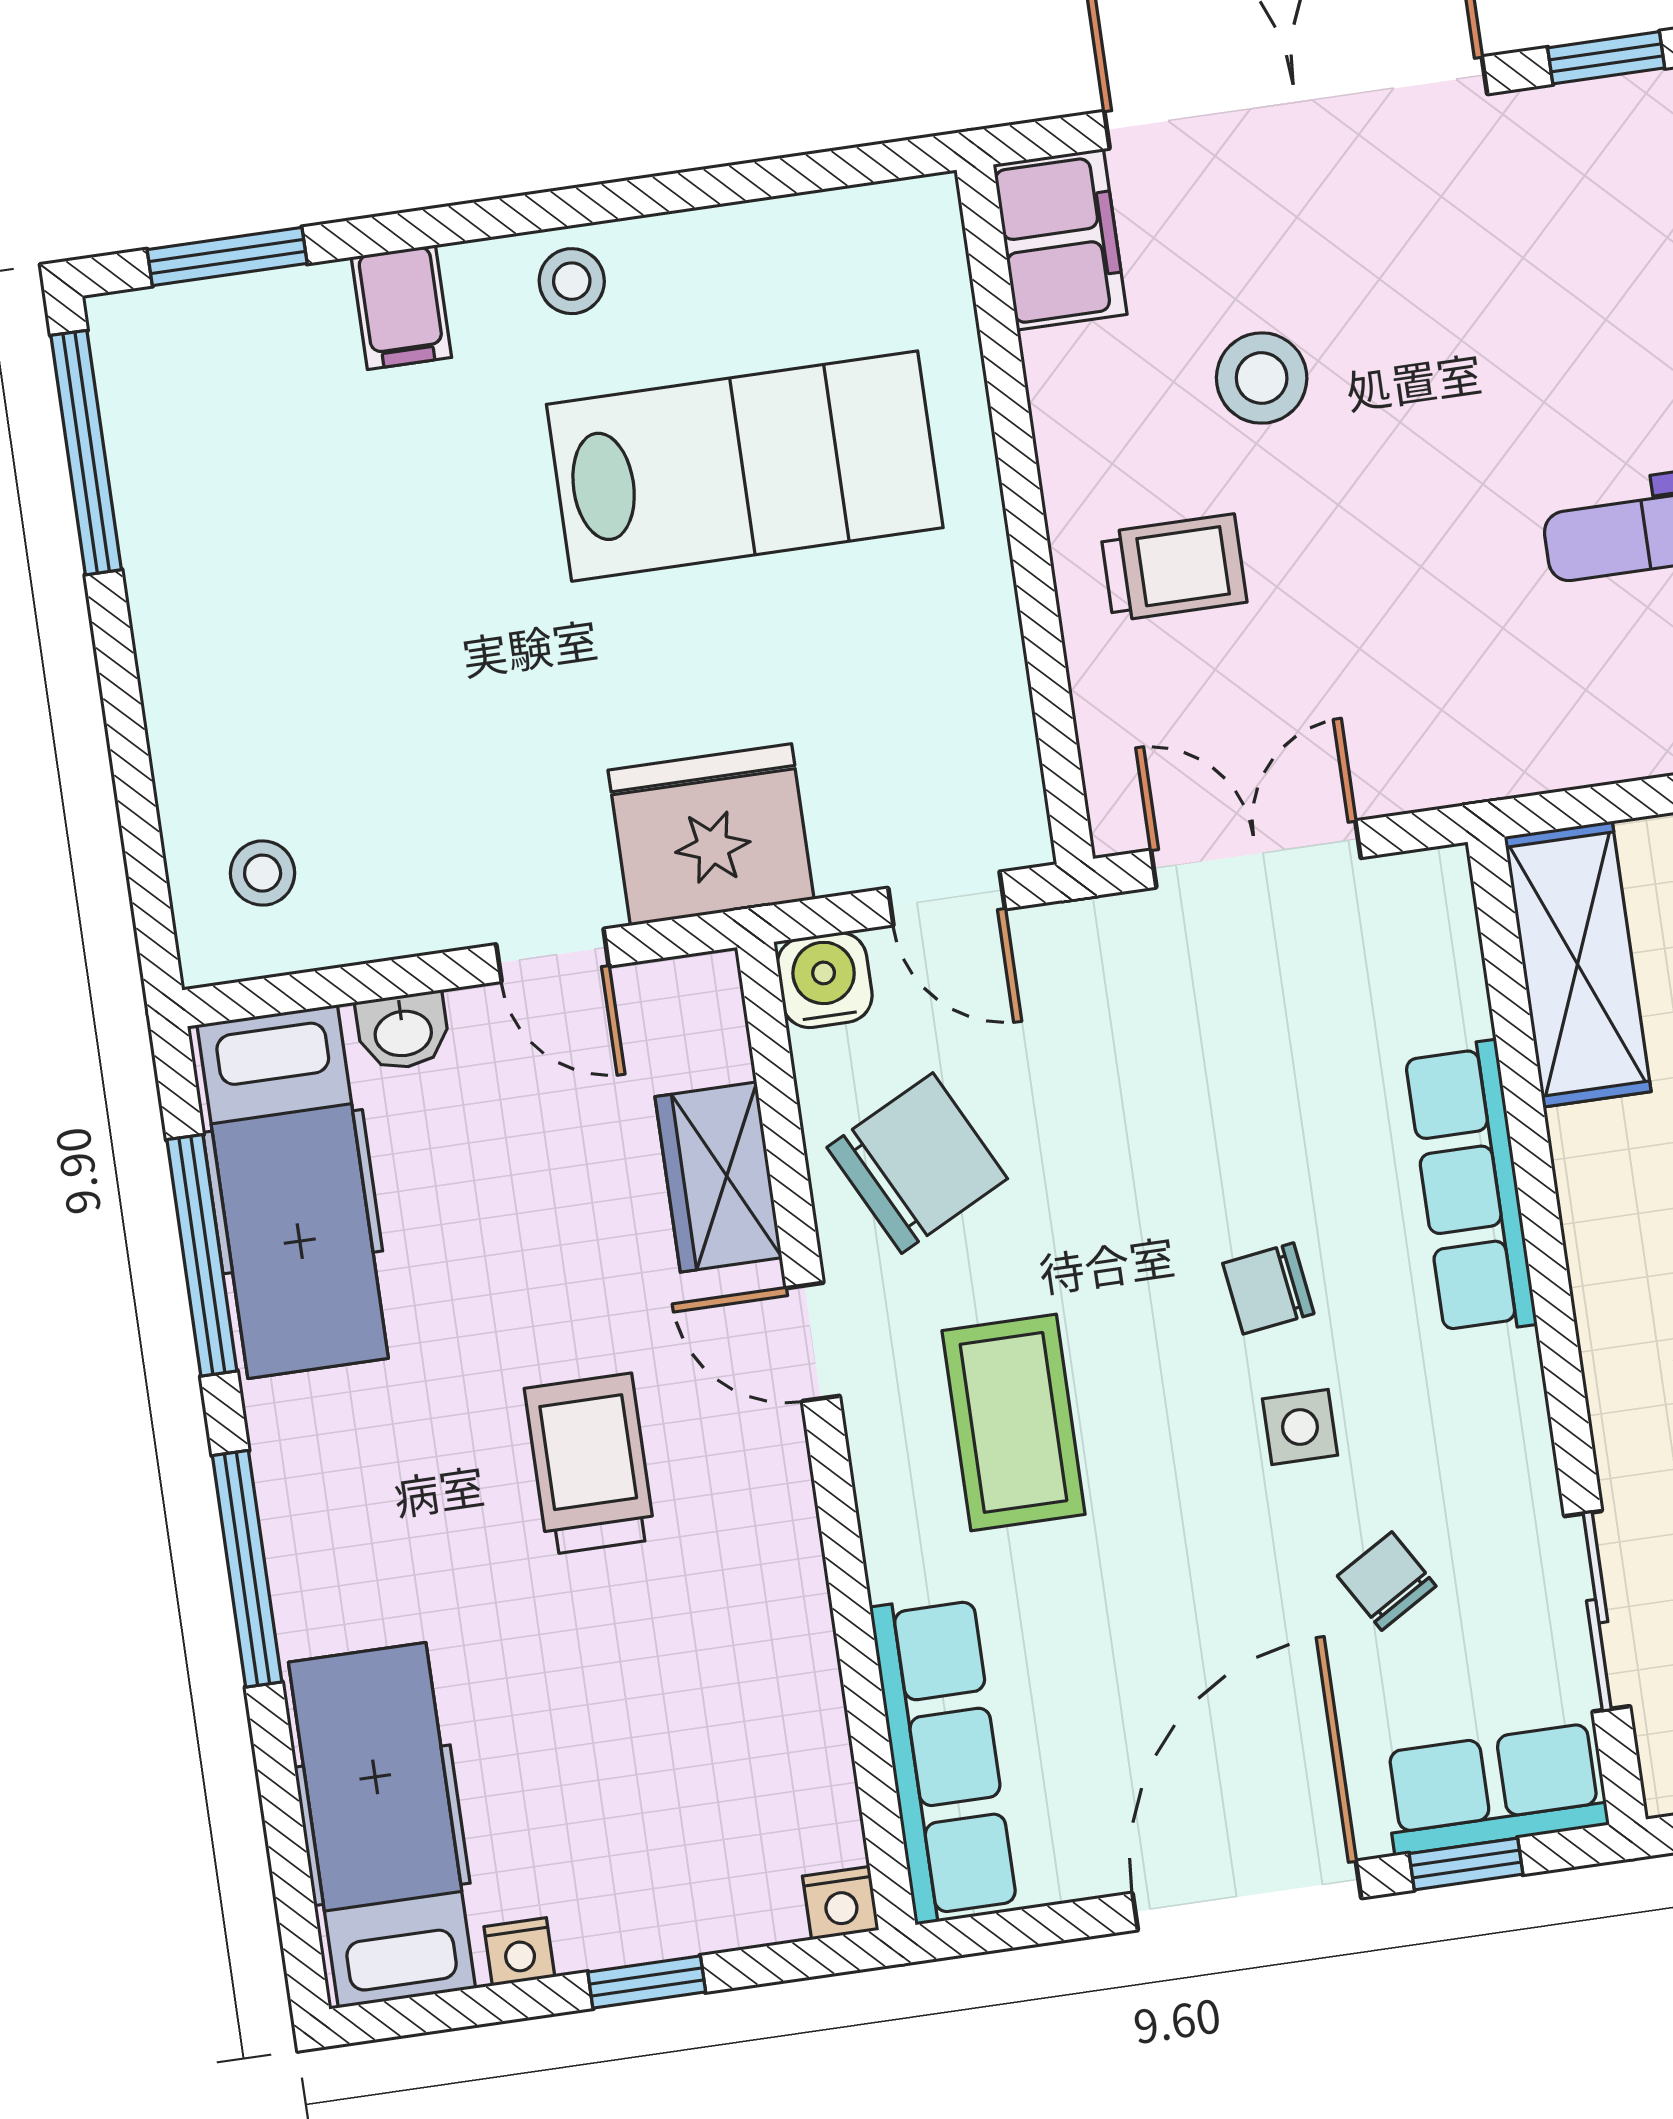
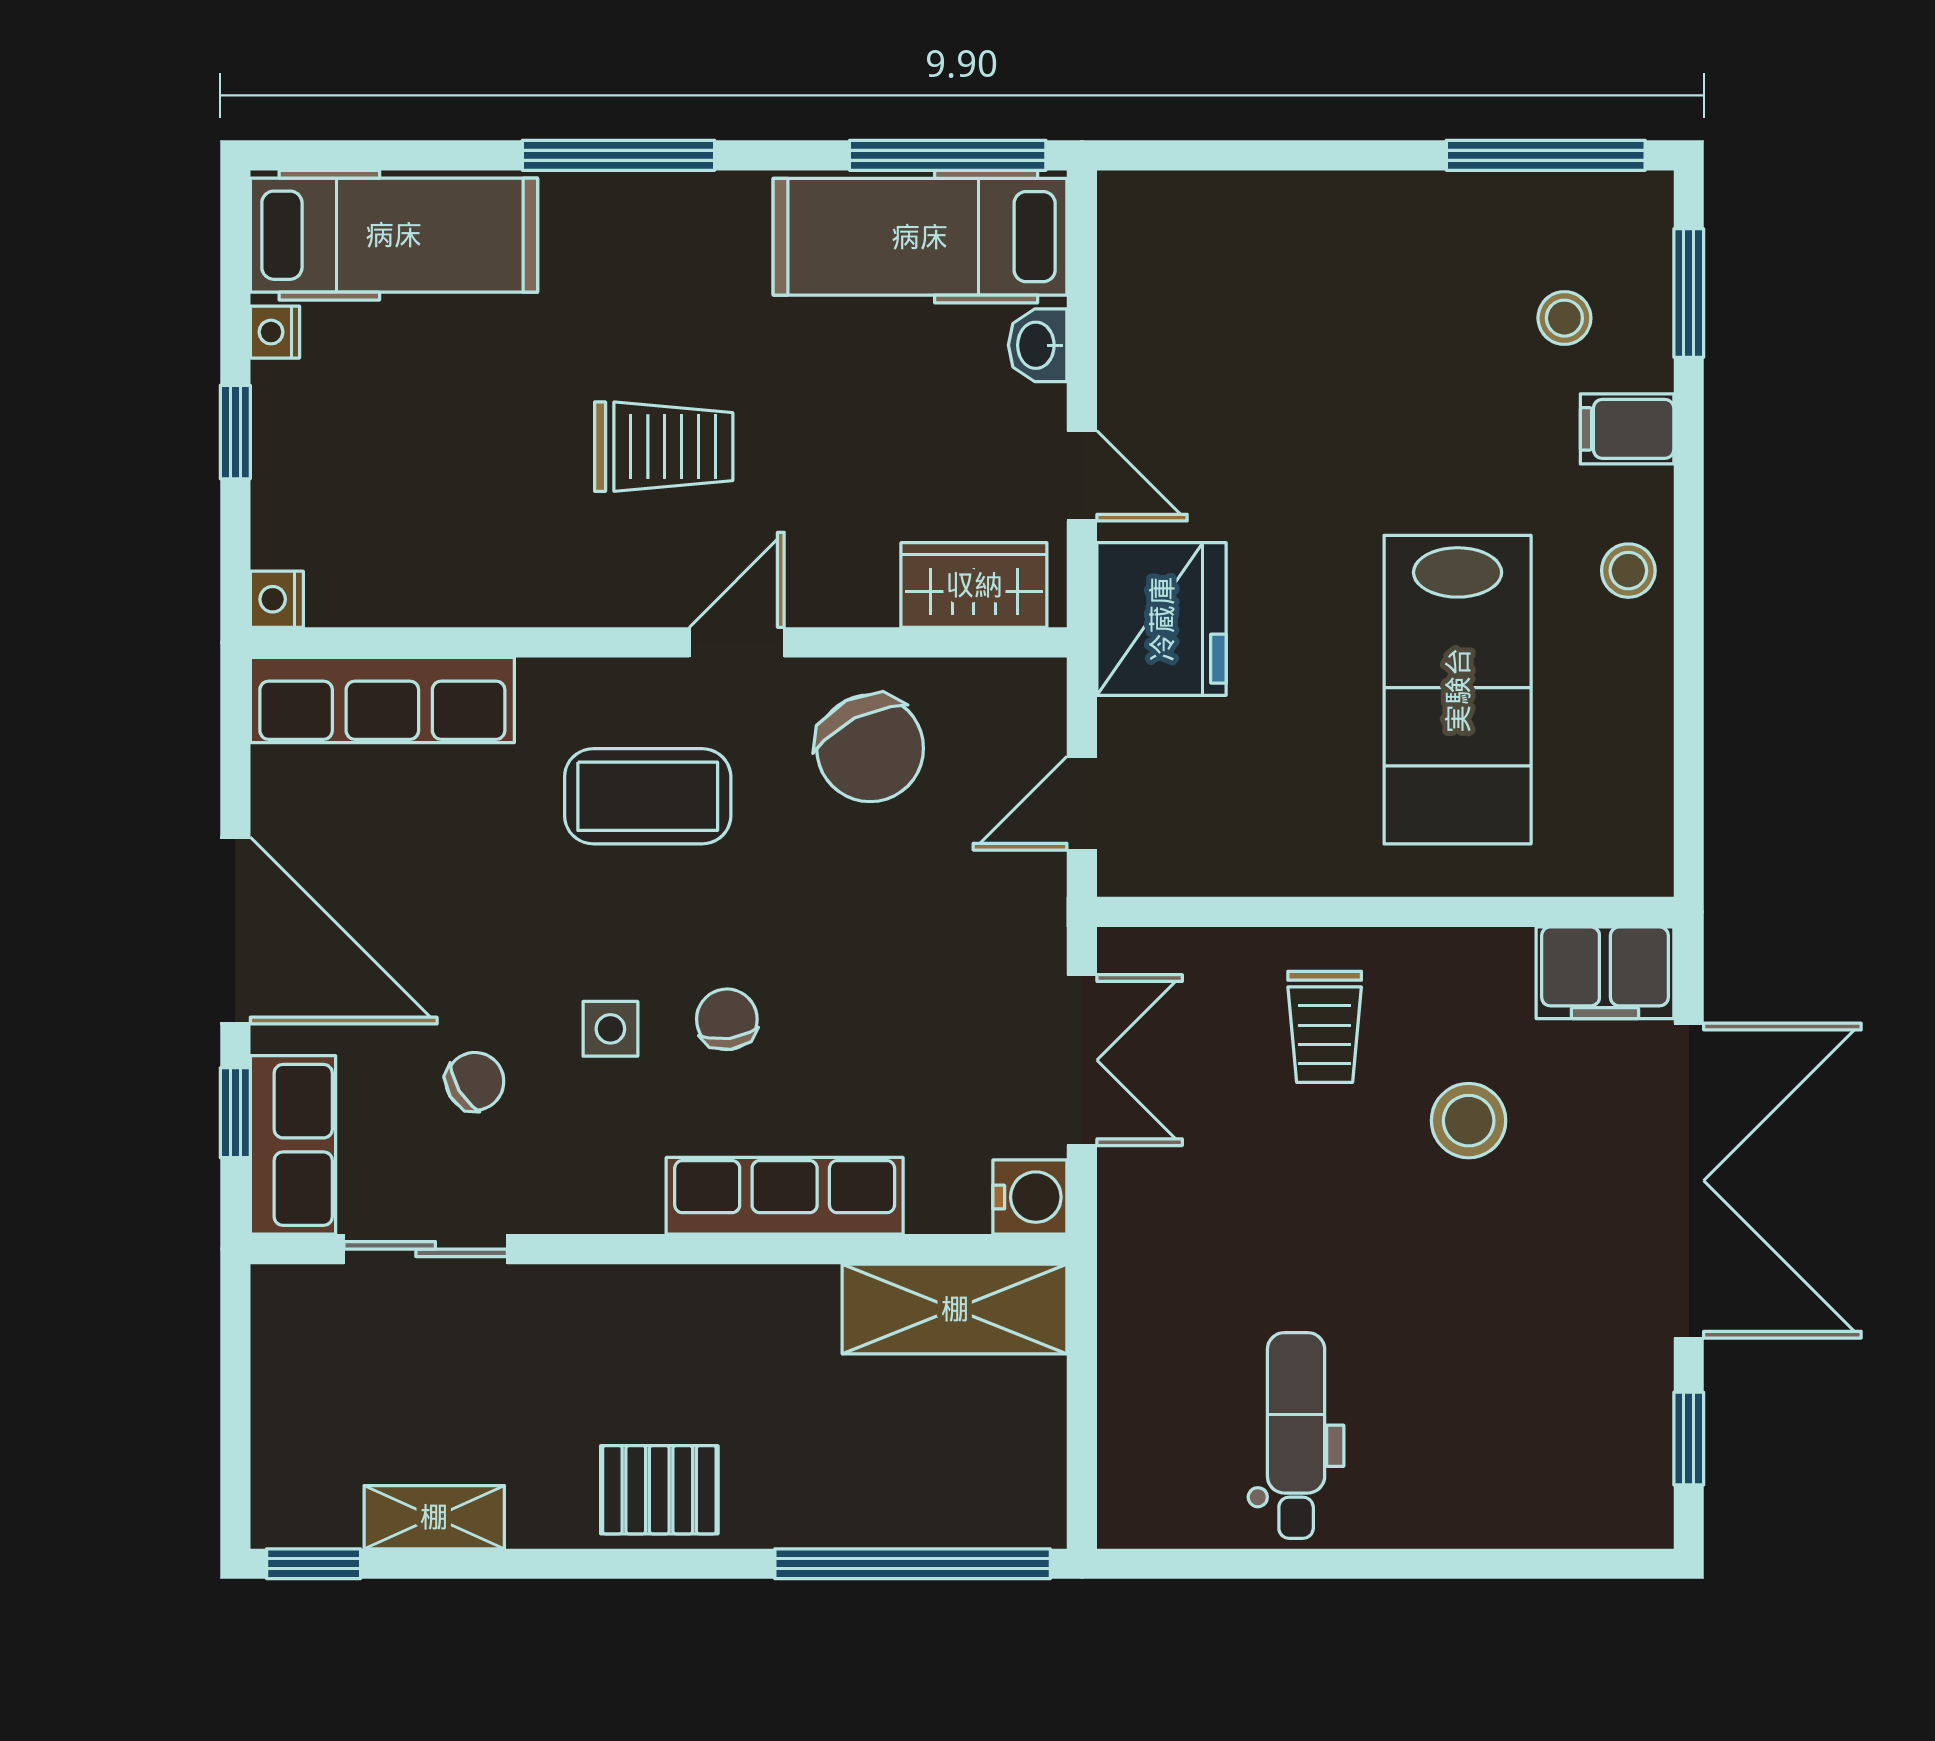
stool: (263, 873) -> (1564, 318), moved
door: (553, 955) -> (1082, 476), swing flipped
water cooler: (825, 980) -> (1030, 1197), moved
wardrobe: (719, 1177) -> (974, 585), moved
window: (202, 1255) -> (948, 155), moved

